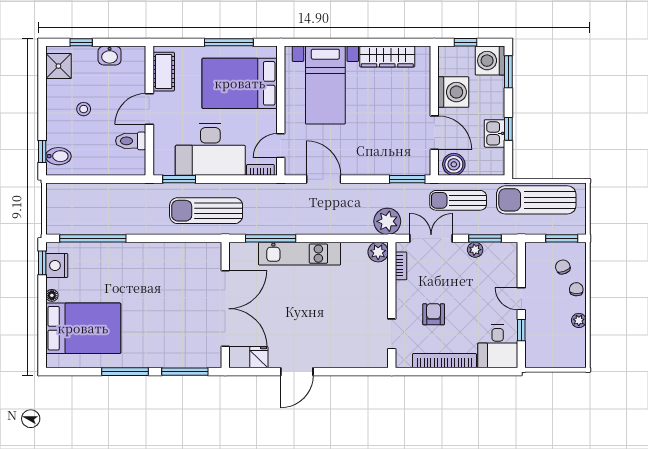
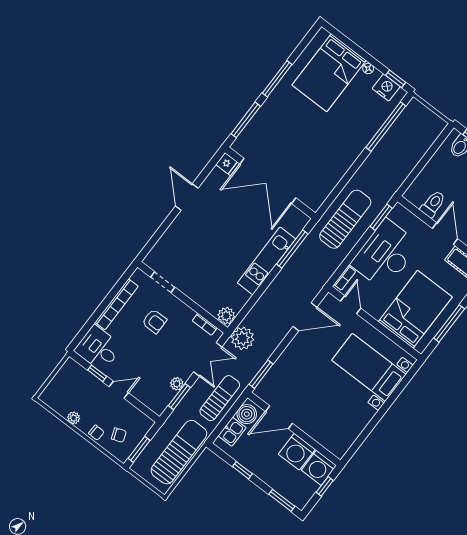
wardrobe: (387, 57) -> (356, 425), removed
washing machine: (490, 61) -> (319, 468), moved, turned 180
kitchen sink: (495, 133) -> (232, 432), moved, turned 90
fridge: (259, 357) -> (228, 164), moved

